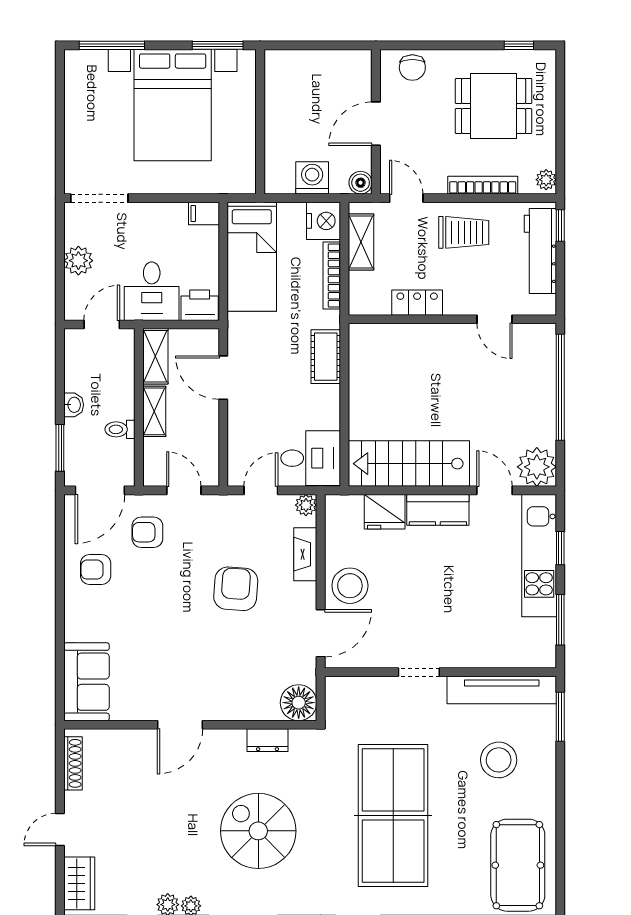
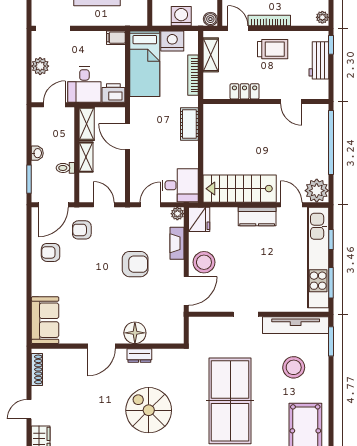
bookcase: (483, 185) -> (269, 21), moved
nightstand: (323, 221) -> (172, 41), moved, turned -90
workbench: (540, 251) -> (319, 60), width x0.73
fridge: (385, 512) -> (199, 219), moved, turned -90
kitchen unit: (539, 556) -> (318, 258), width x1.36
armchair: (236, 589) -> (135, 264), turned 86
floor lamp: (299, 703) -> (135, 333), moved
dresser: (267, 740) -> (139, 355), moved

